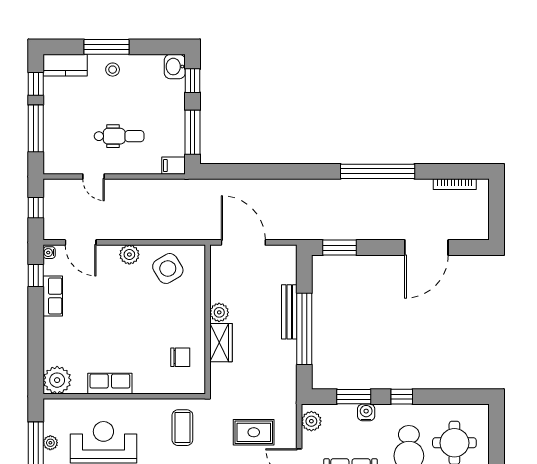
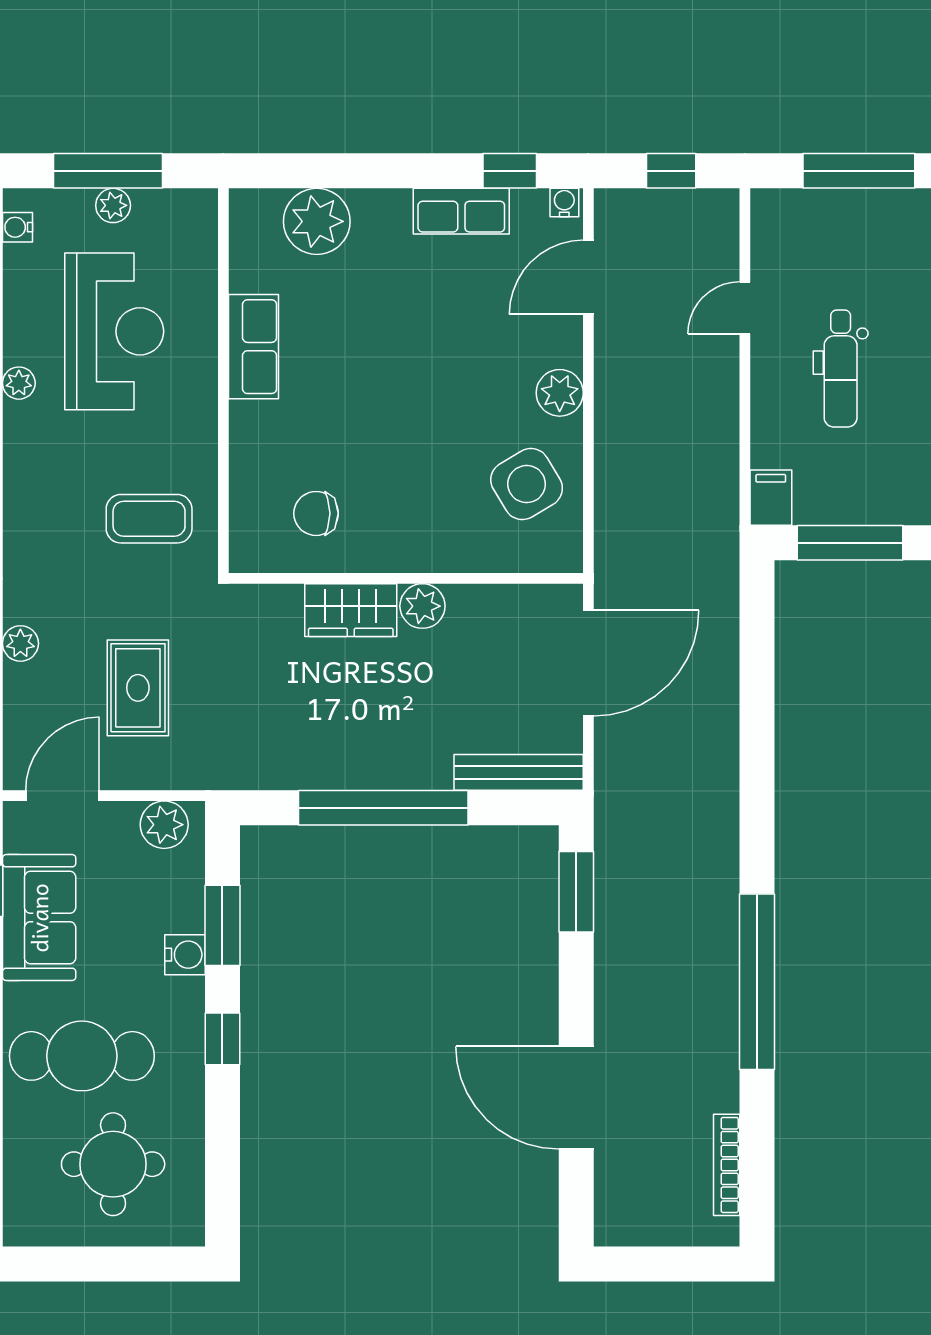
bench: (289, 312) -> (519, 772), moved
chair: (180, 357) -> (316, 513), turned 90
plant: (57, 380) -> (317, 221), moved

